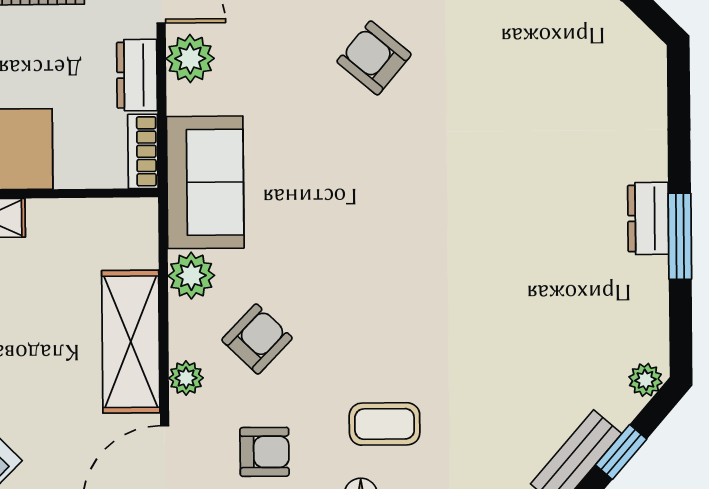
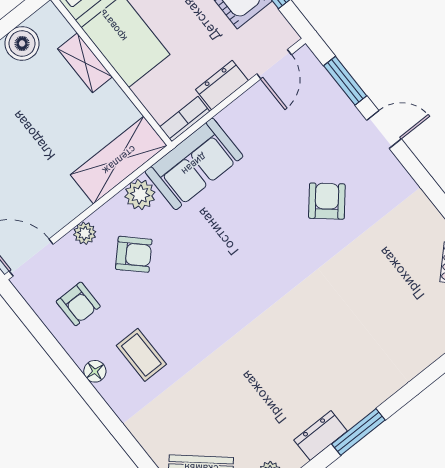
plant: (190, 59) -> (252, 106), removed
dresser: (648, 218) -> (321, 436), moved
shelving: (131, 342) -> (119, 160), moved

